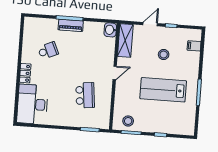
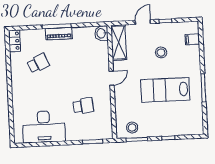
locker: (25, 73) -> (15, 41), moved
school desk: (85, 95) -> (83, 106), width x0.54
desk: (32, 104) -> (44, 127), moved, turned -90

